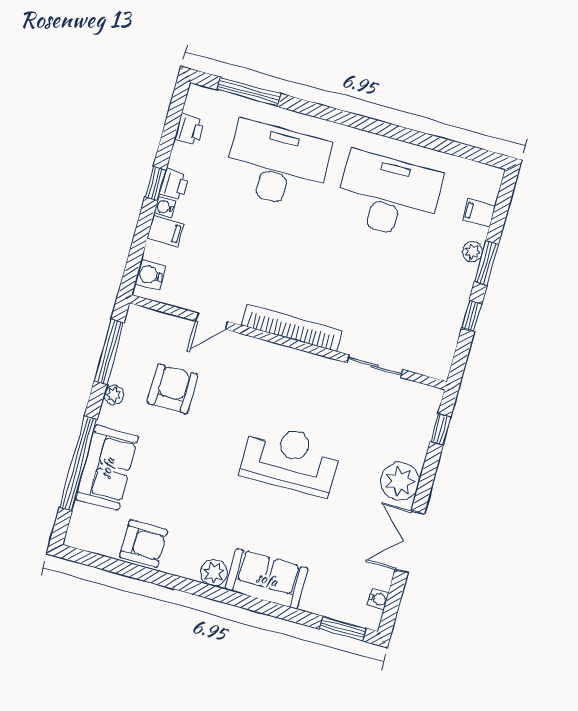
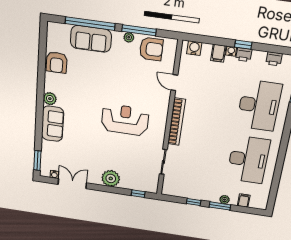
window: (109, 352) -> (139, 30), moved
armchair: (173, 389) -> (151, 49), moved
reception desk: (291, 460) -> (125, 120), moved, turned -90
double door: (410, 542) -> (72, 184), moved

